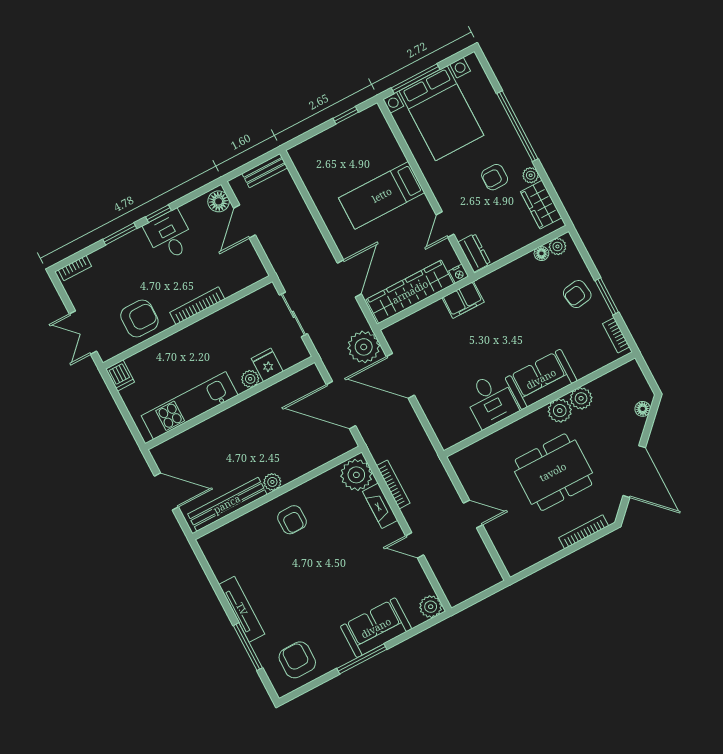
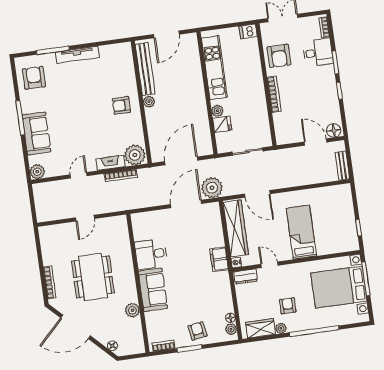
desk: (169, 236) -> (318, 53), moved
plant: (560, 411) -> (130, 294), removed
armchair: (297, 660) -> (34, 78), turned -90

